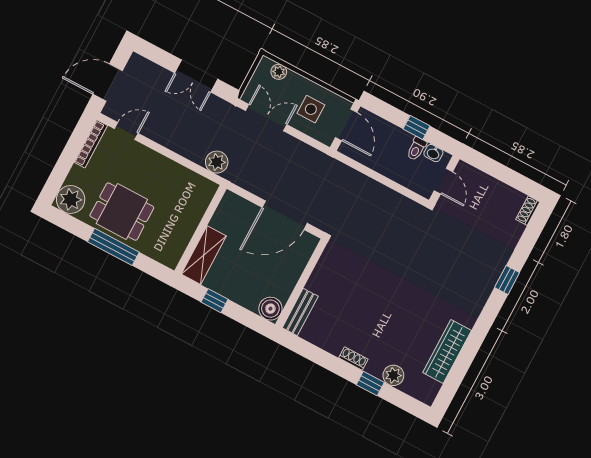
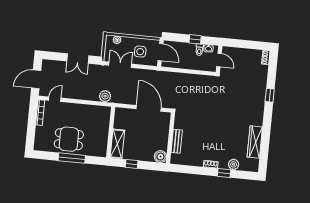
plant: (71, 199) -> (42, 144), removed
door: (285, 215) -> (149, 108), swing flipped
bench: (300, 312) -> (177, 141), moved

